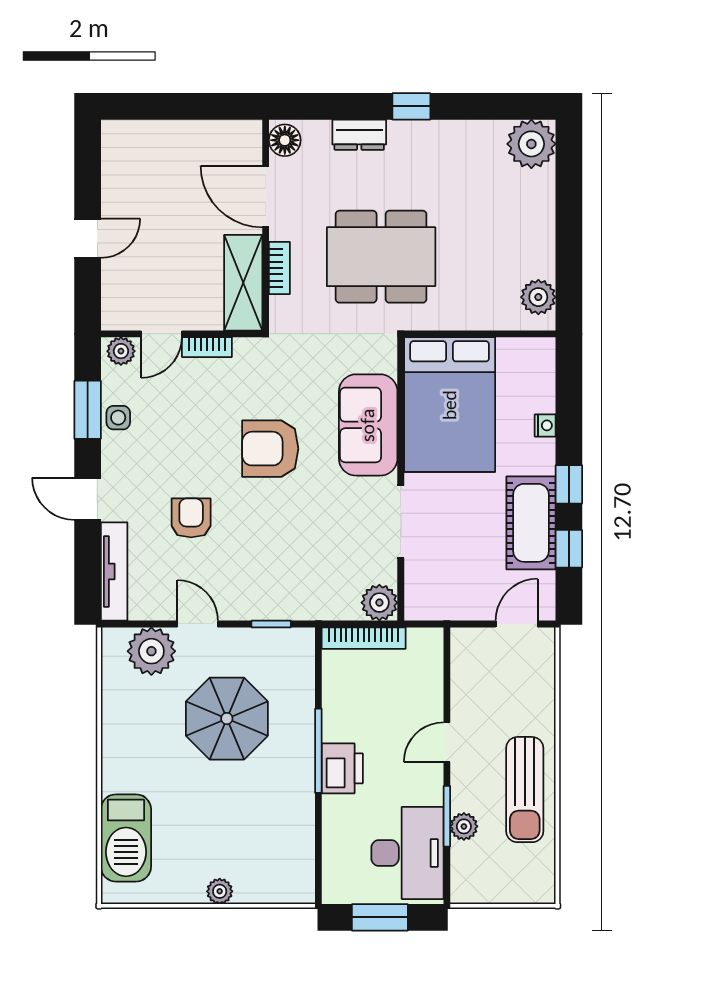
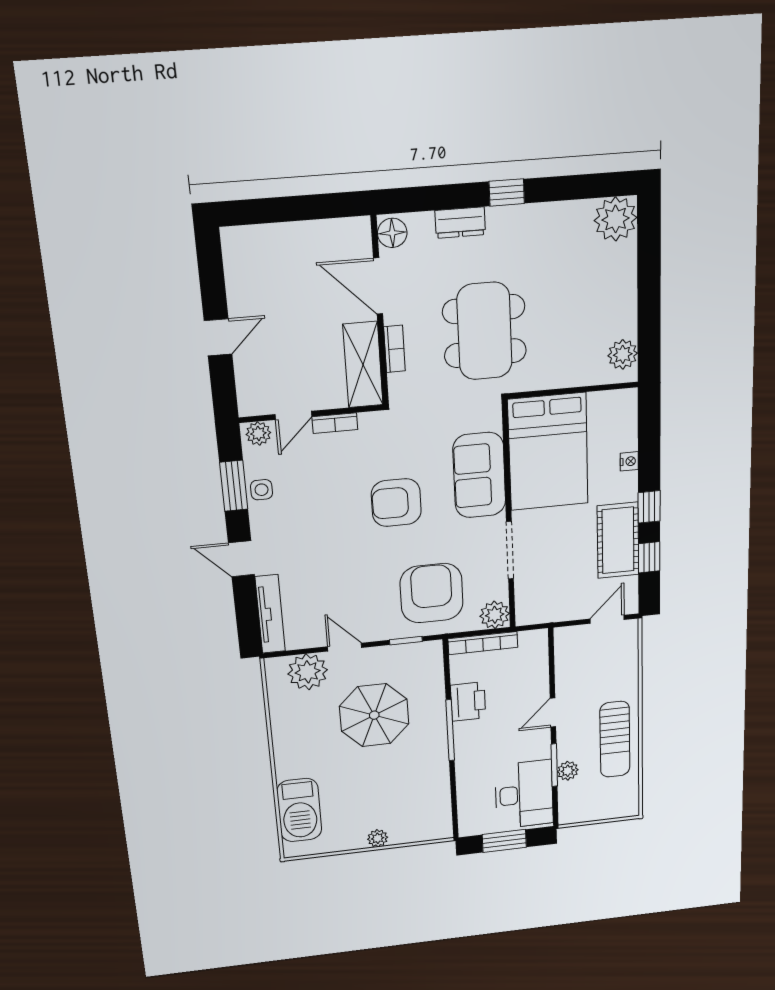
dining table: (381, 257) -> (485, 331), turned 90
armchair: (191, 518) -> (432, 593), moved, width x1.88, depth x1.88
printer: (342, 768) -> (468, 701), moved

